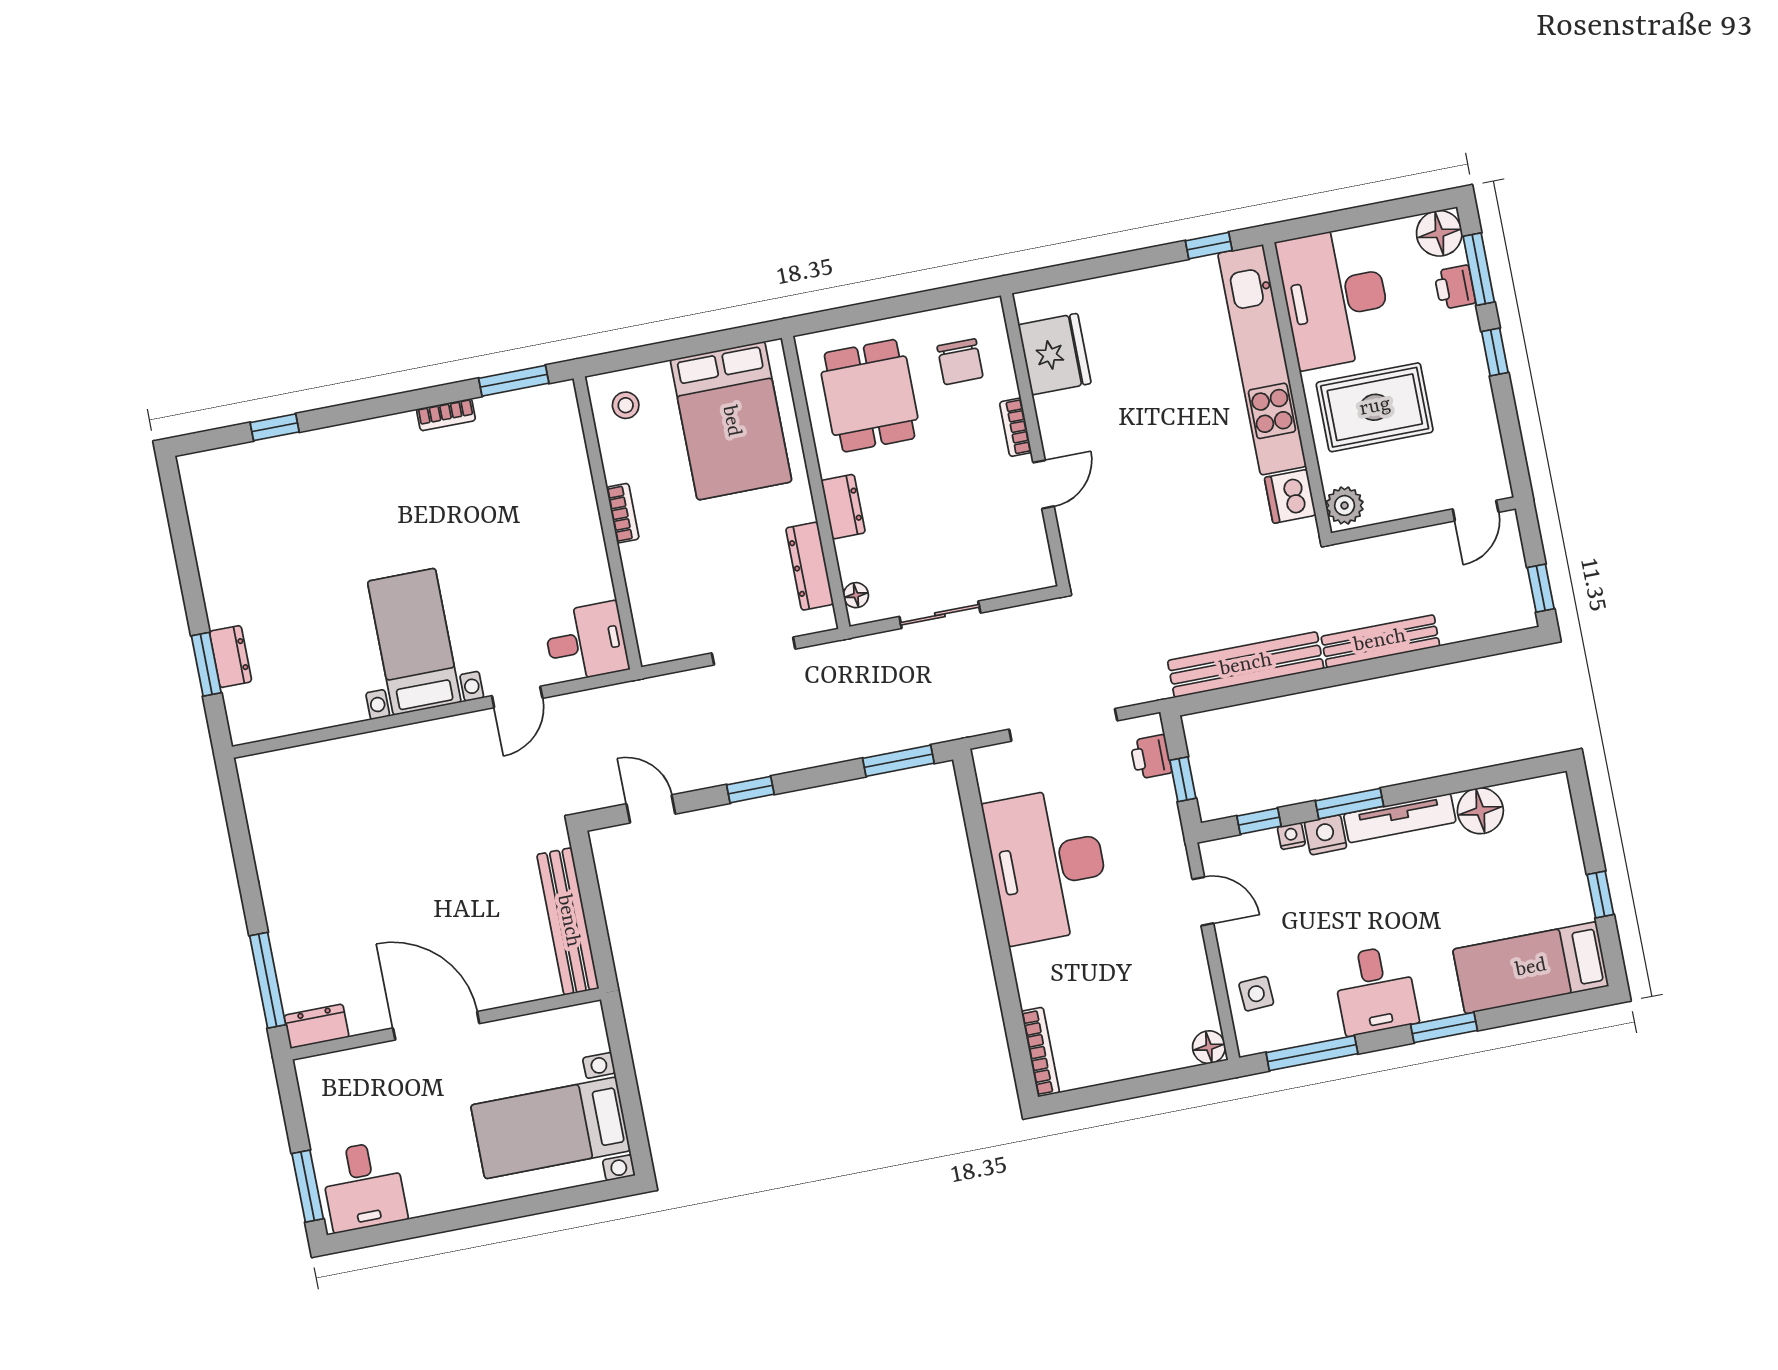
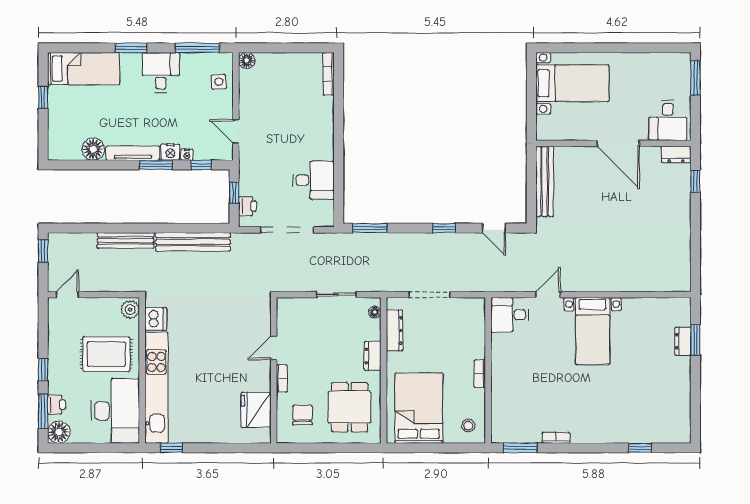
desk: (1048, 865) -> (313, 180), width x0.53, depth x0.77
window: (268, 980) -> (695, 181), width x0.46
desk: (363, 1186) -> (668, 120), moved, turned 180

